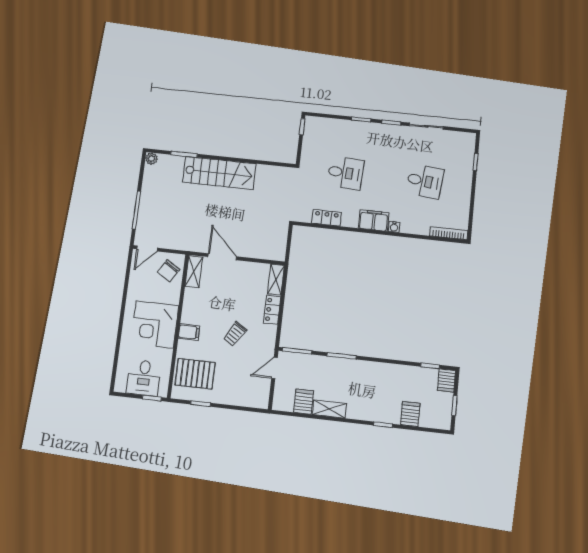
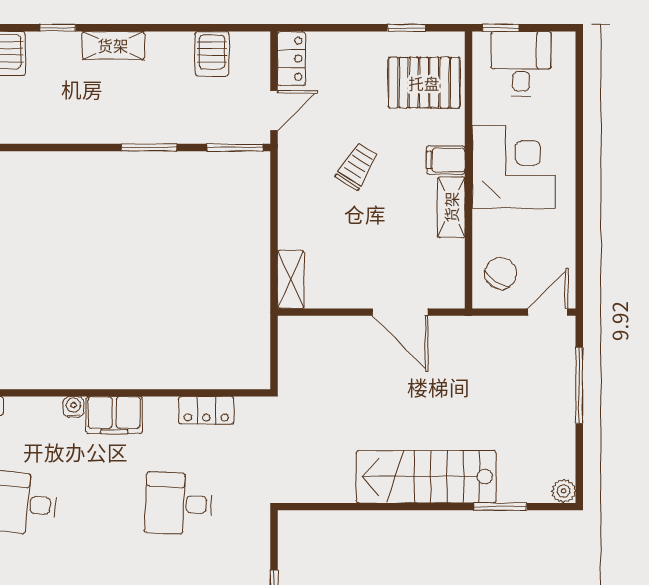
shelving: (194, 272) -> (451, 207), moved
locker: (272, 310) -> (291, 59), moved
shelving: (329, 409) -> (113, 45), moved

